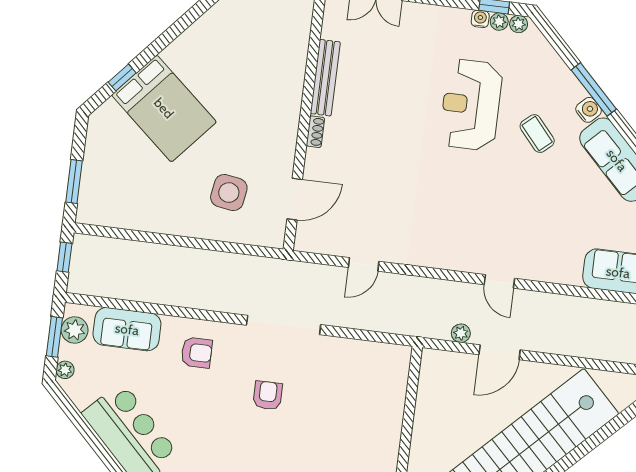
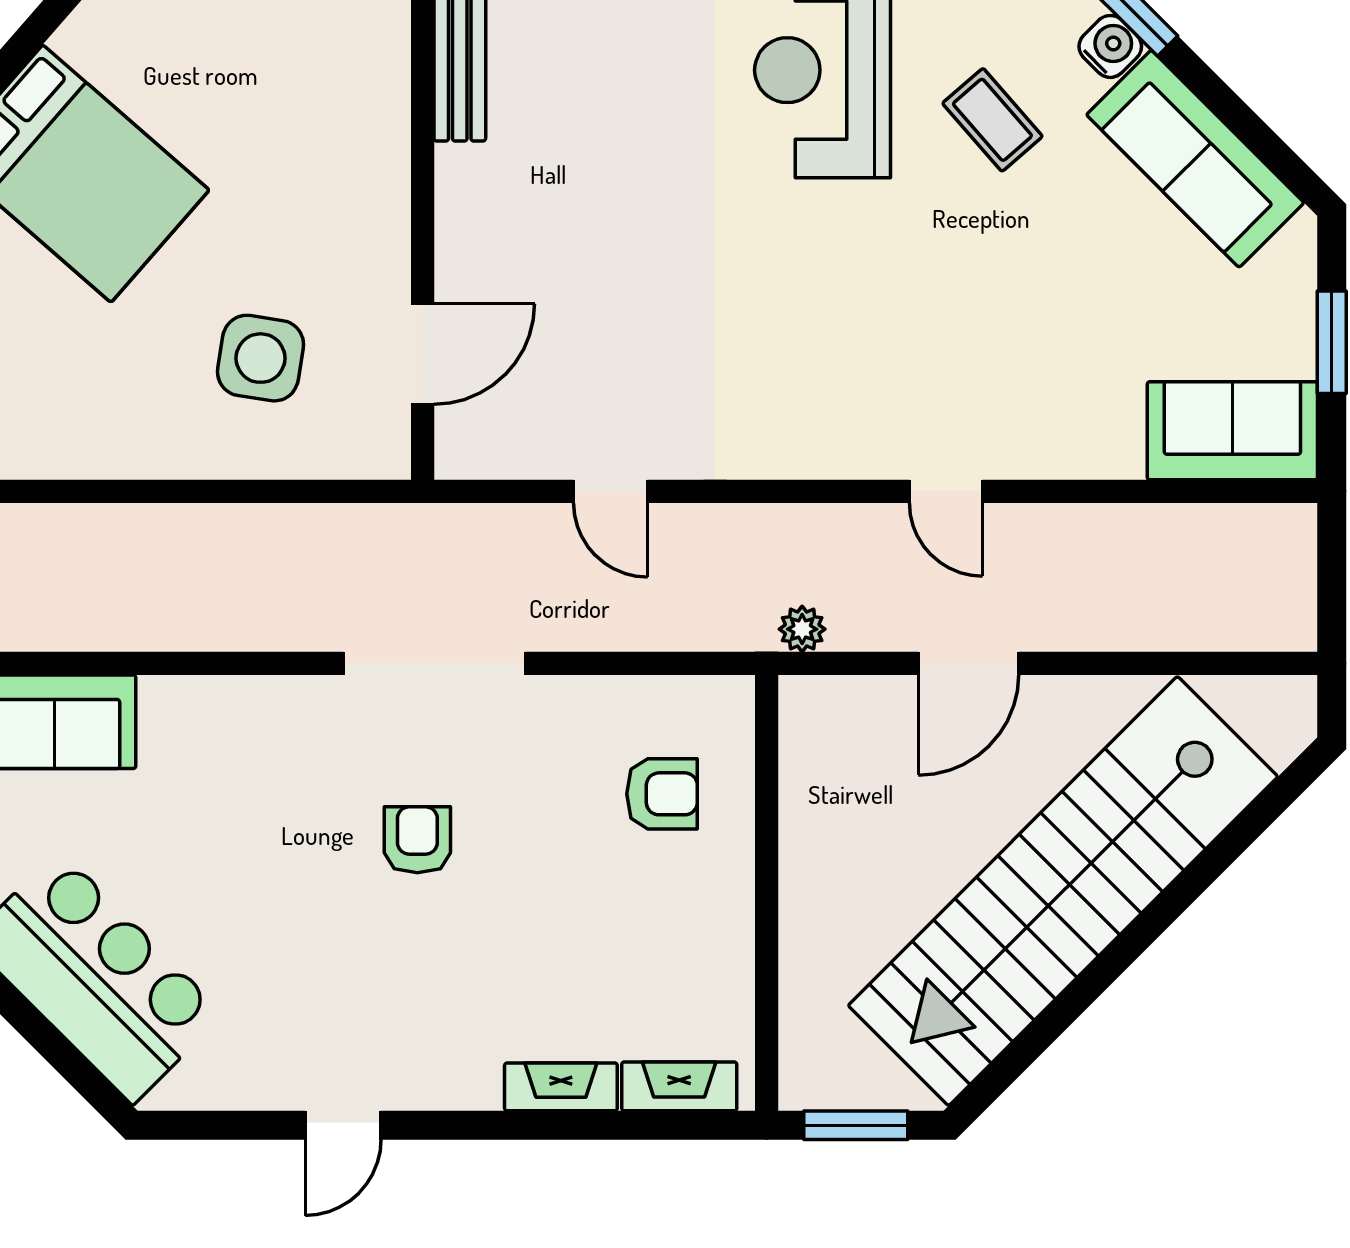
shoe rack: (315, 132) -> (452, 183), removed
door: (364, 264) -> (611, 491), hinge flipped
plant: (461, 333) -> (802, 629), moved
armchair: (197, 352) -> (662, 794), moved

